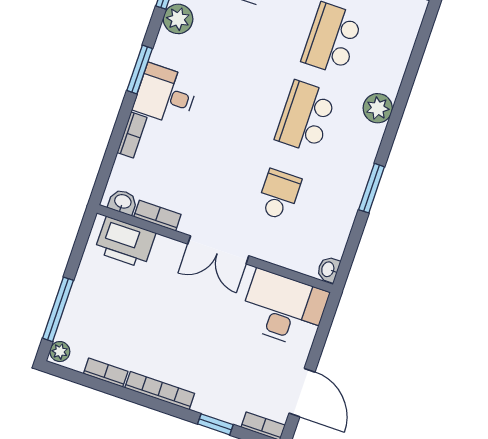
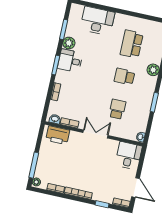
desk: (166, 95) -> (70, 61), moved
school desk: (305, 117) -> (124, 77), width x0.54
double door: (218, 250) -> (95, 134), swing flipped
desk: (284, 309) -> (129, 156), width x0.73

